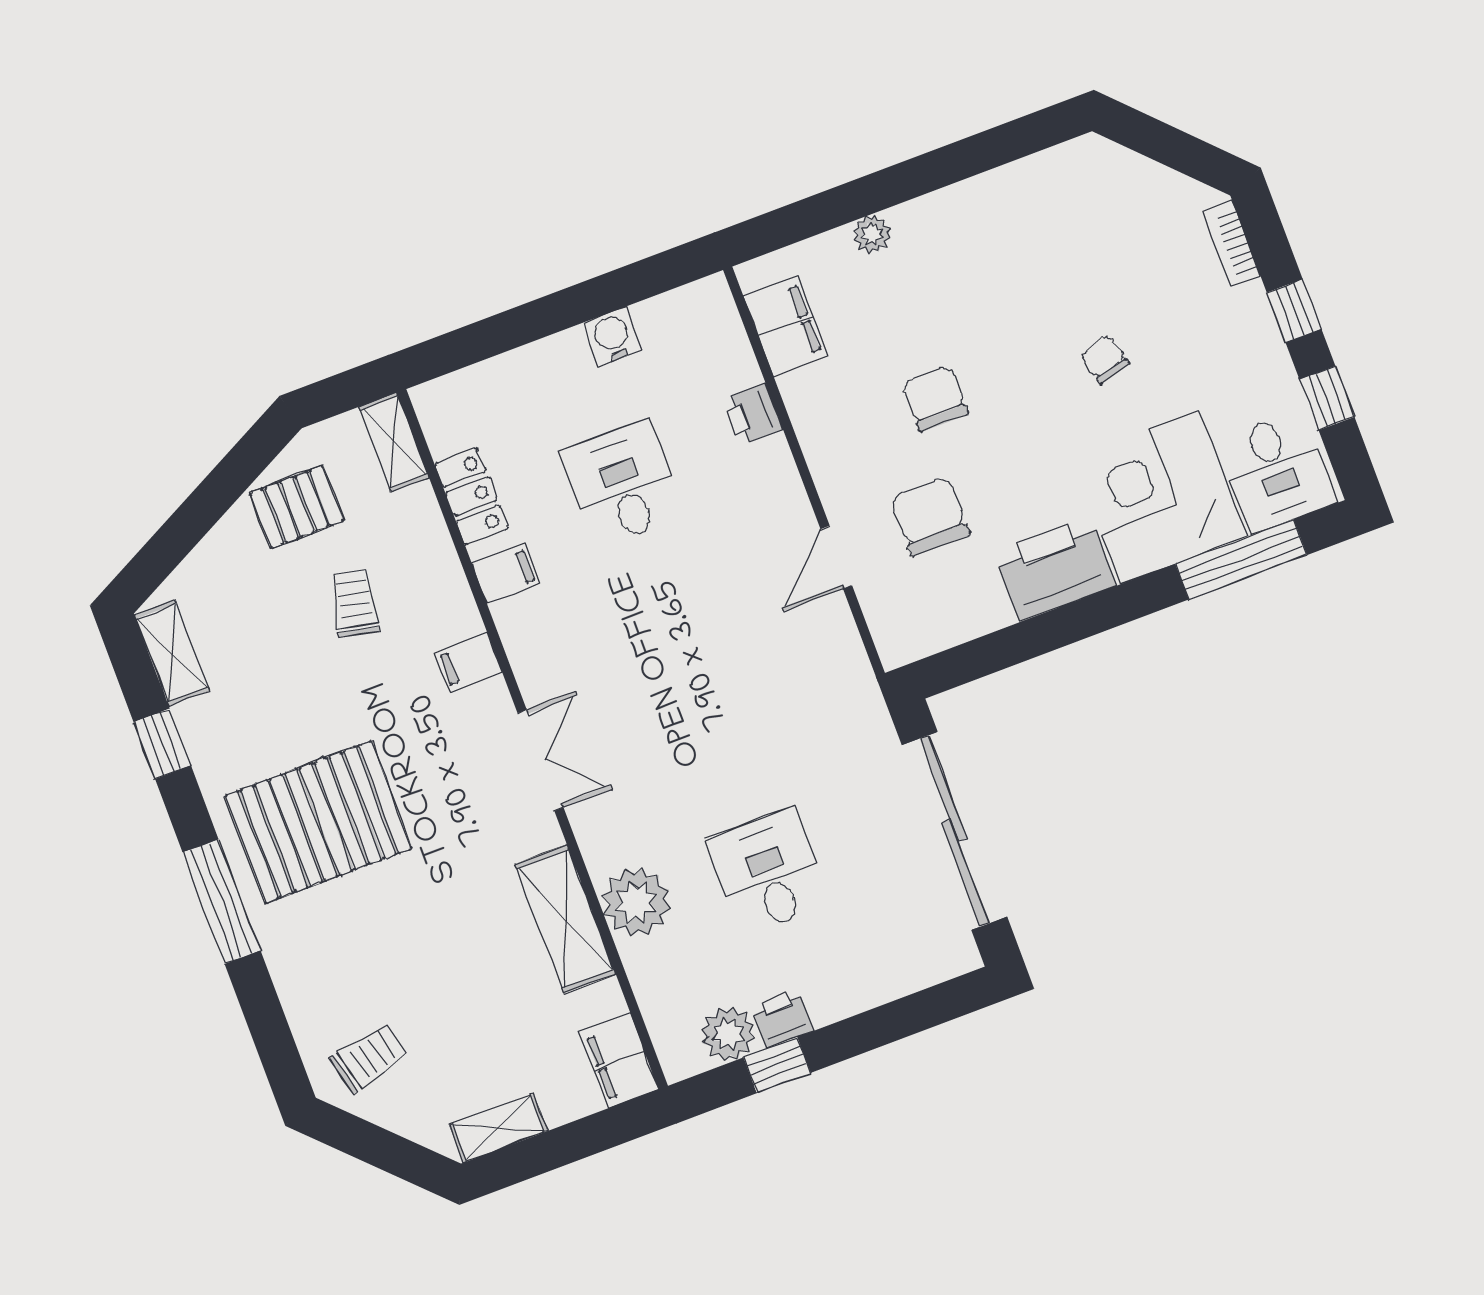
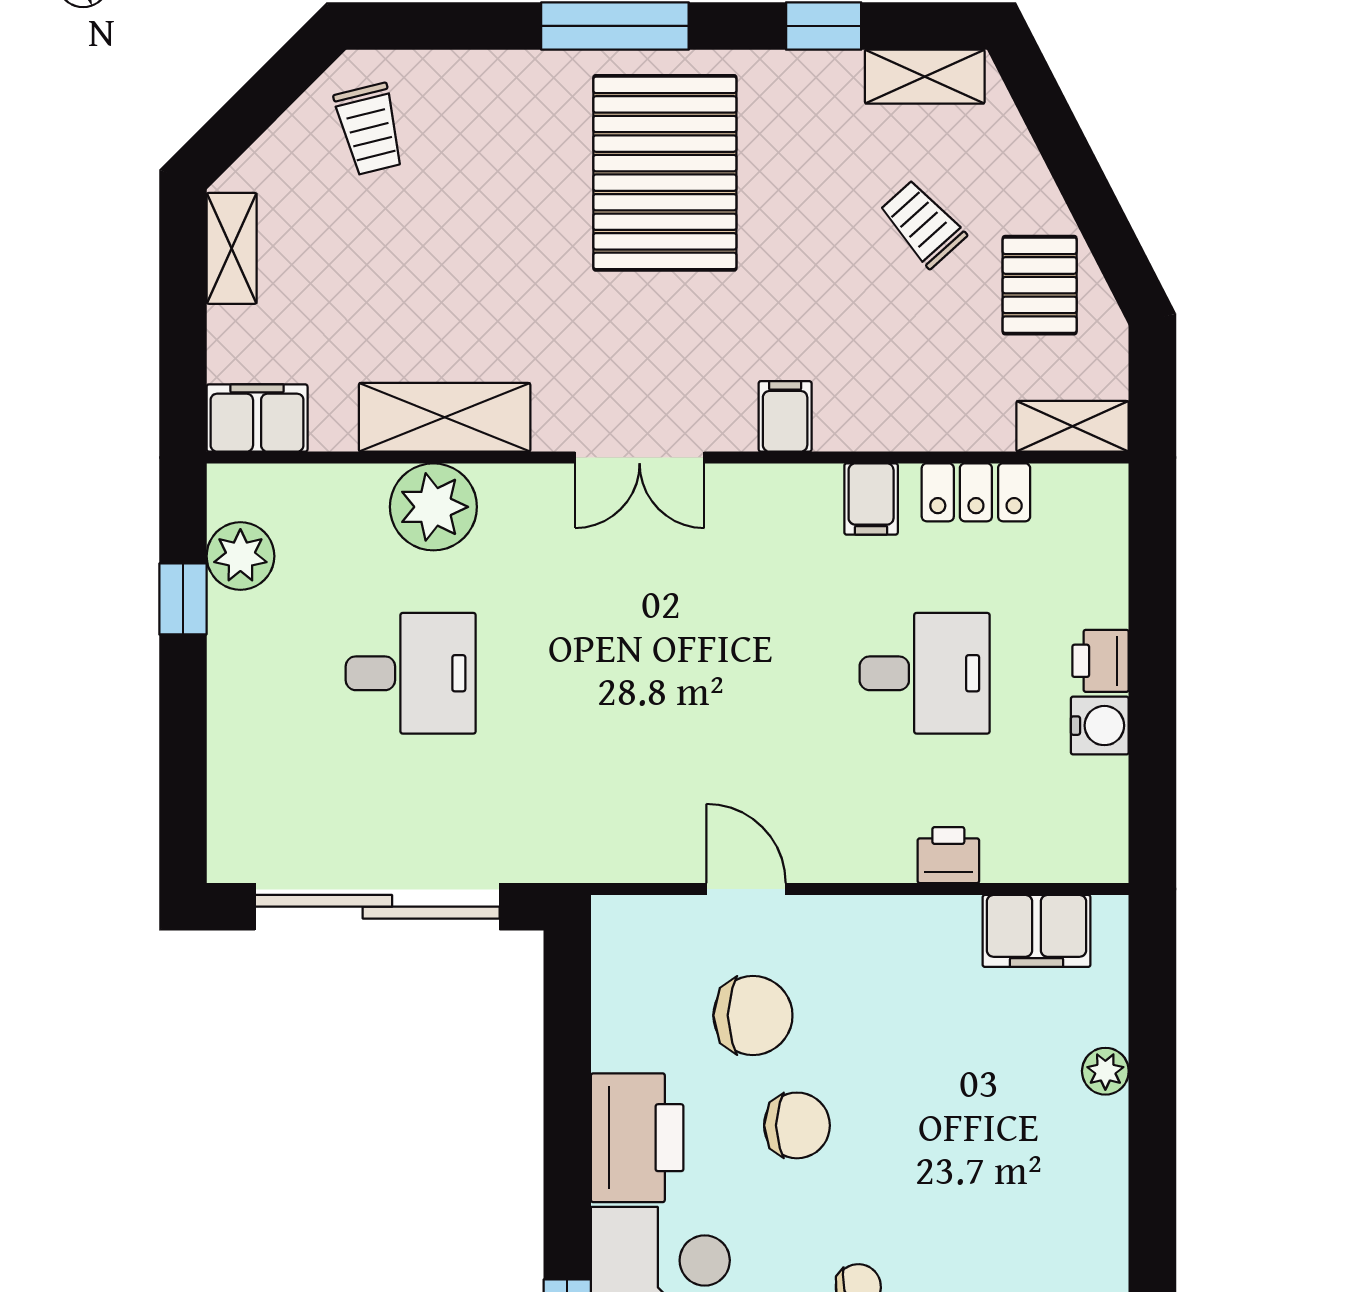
chair: (935, 398) -> (797, 1125), moved
trolley: (355, 603) -> (923, 224), moved, turned -144
printer: (783, 1018) -> (1100, 661), moved, turned 180

